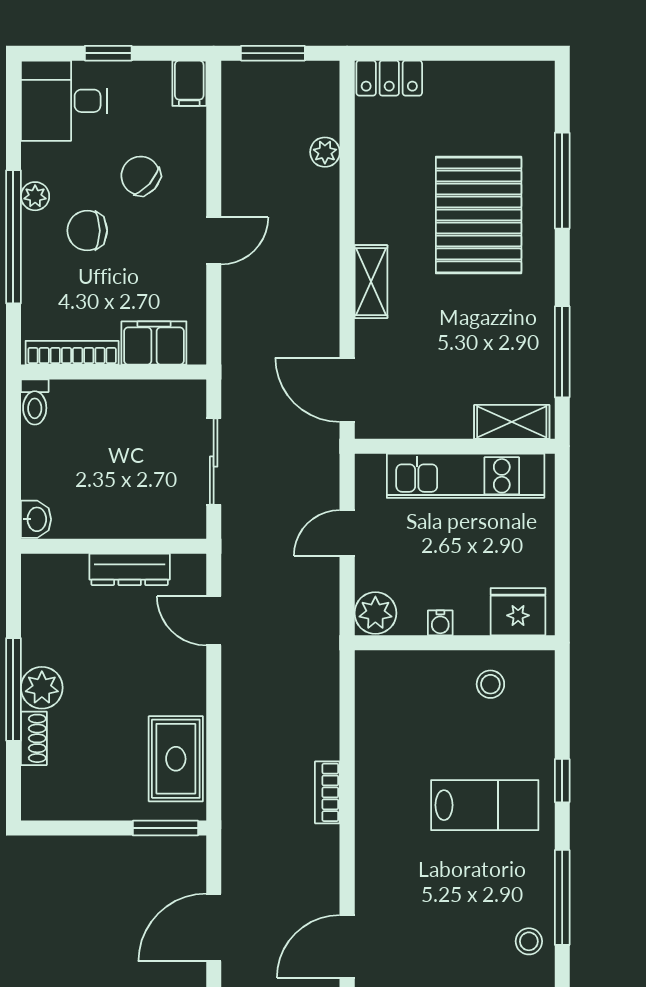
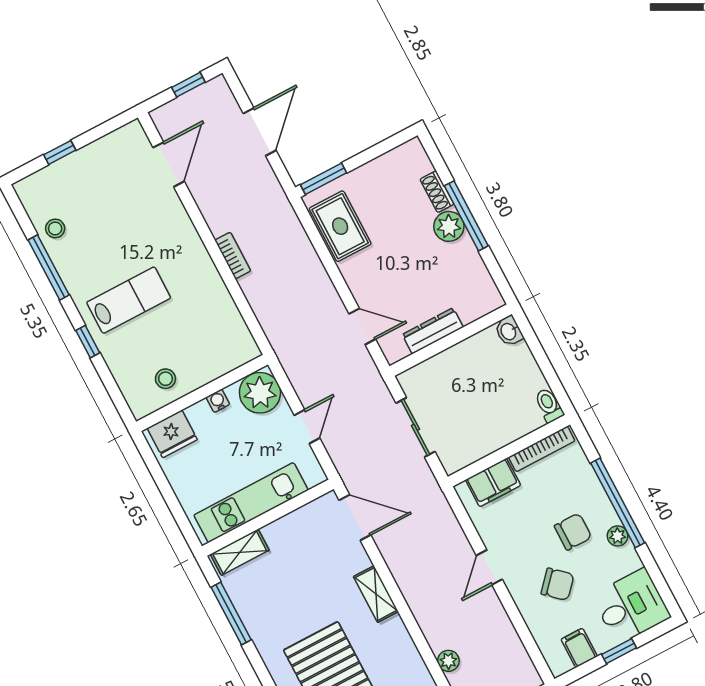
filing cabinet: (189, 83) -> (579, 648), moved
plant: (375, 613) -> (260, 393), width x1.36, depth x1.36
lab bench: (485, 805) -> (129, 300), turned 180

